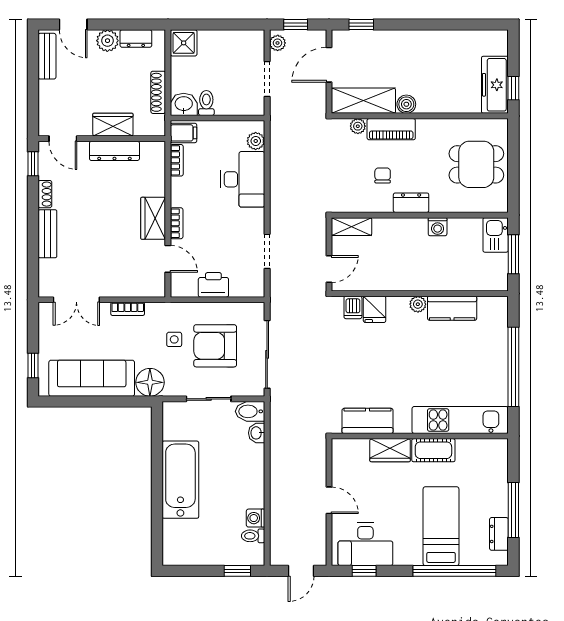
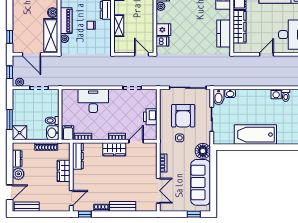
window: (208, 24) -> (10, 120), added
plant: (256, 141) -> (73, 94), removed
dresser: (114, 151) -> (78, 156), moved
shelving: (352, 227) -> (119, 26), moved
wardrobe: (390, 450) -> (239, 27), width x1.50

